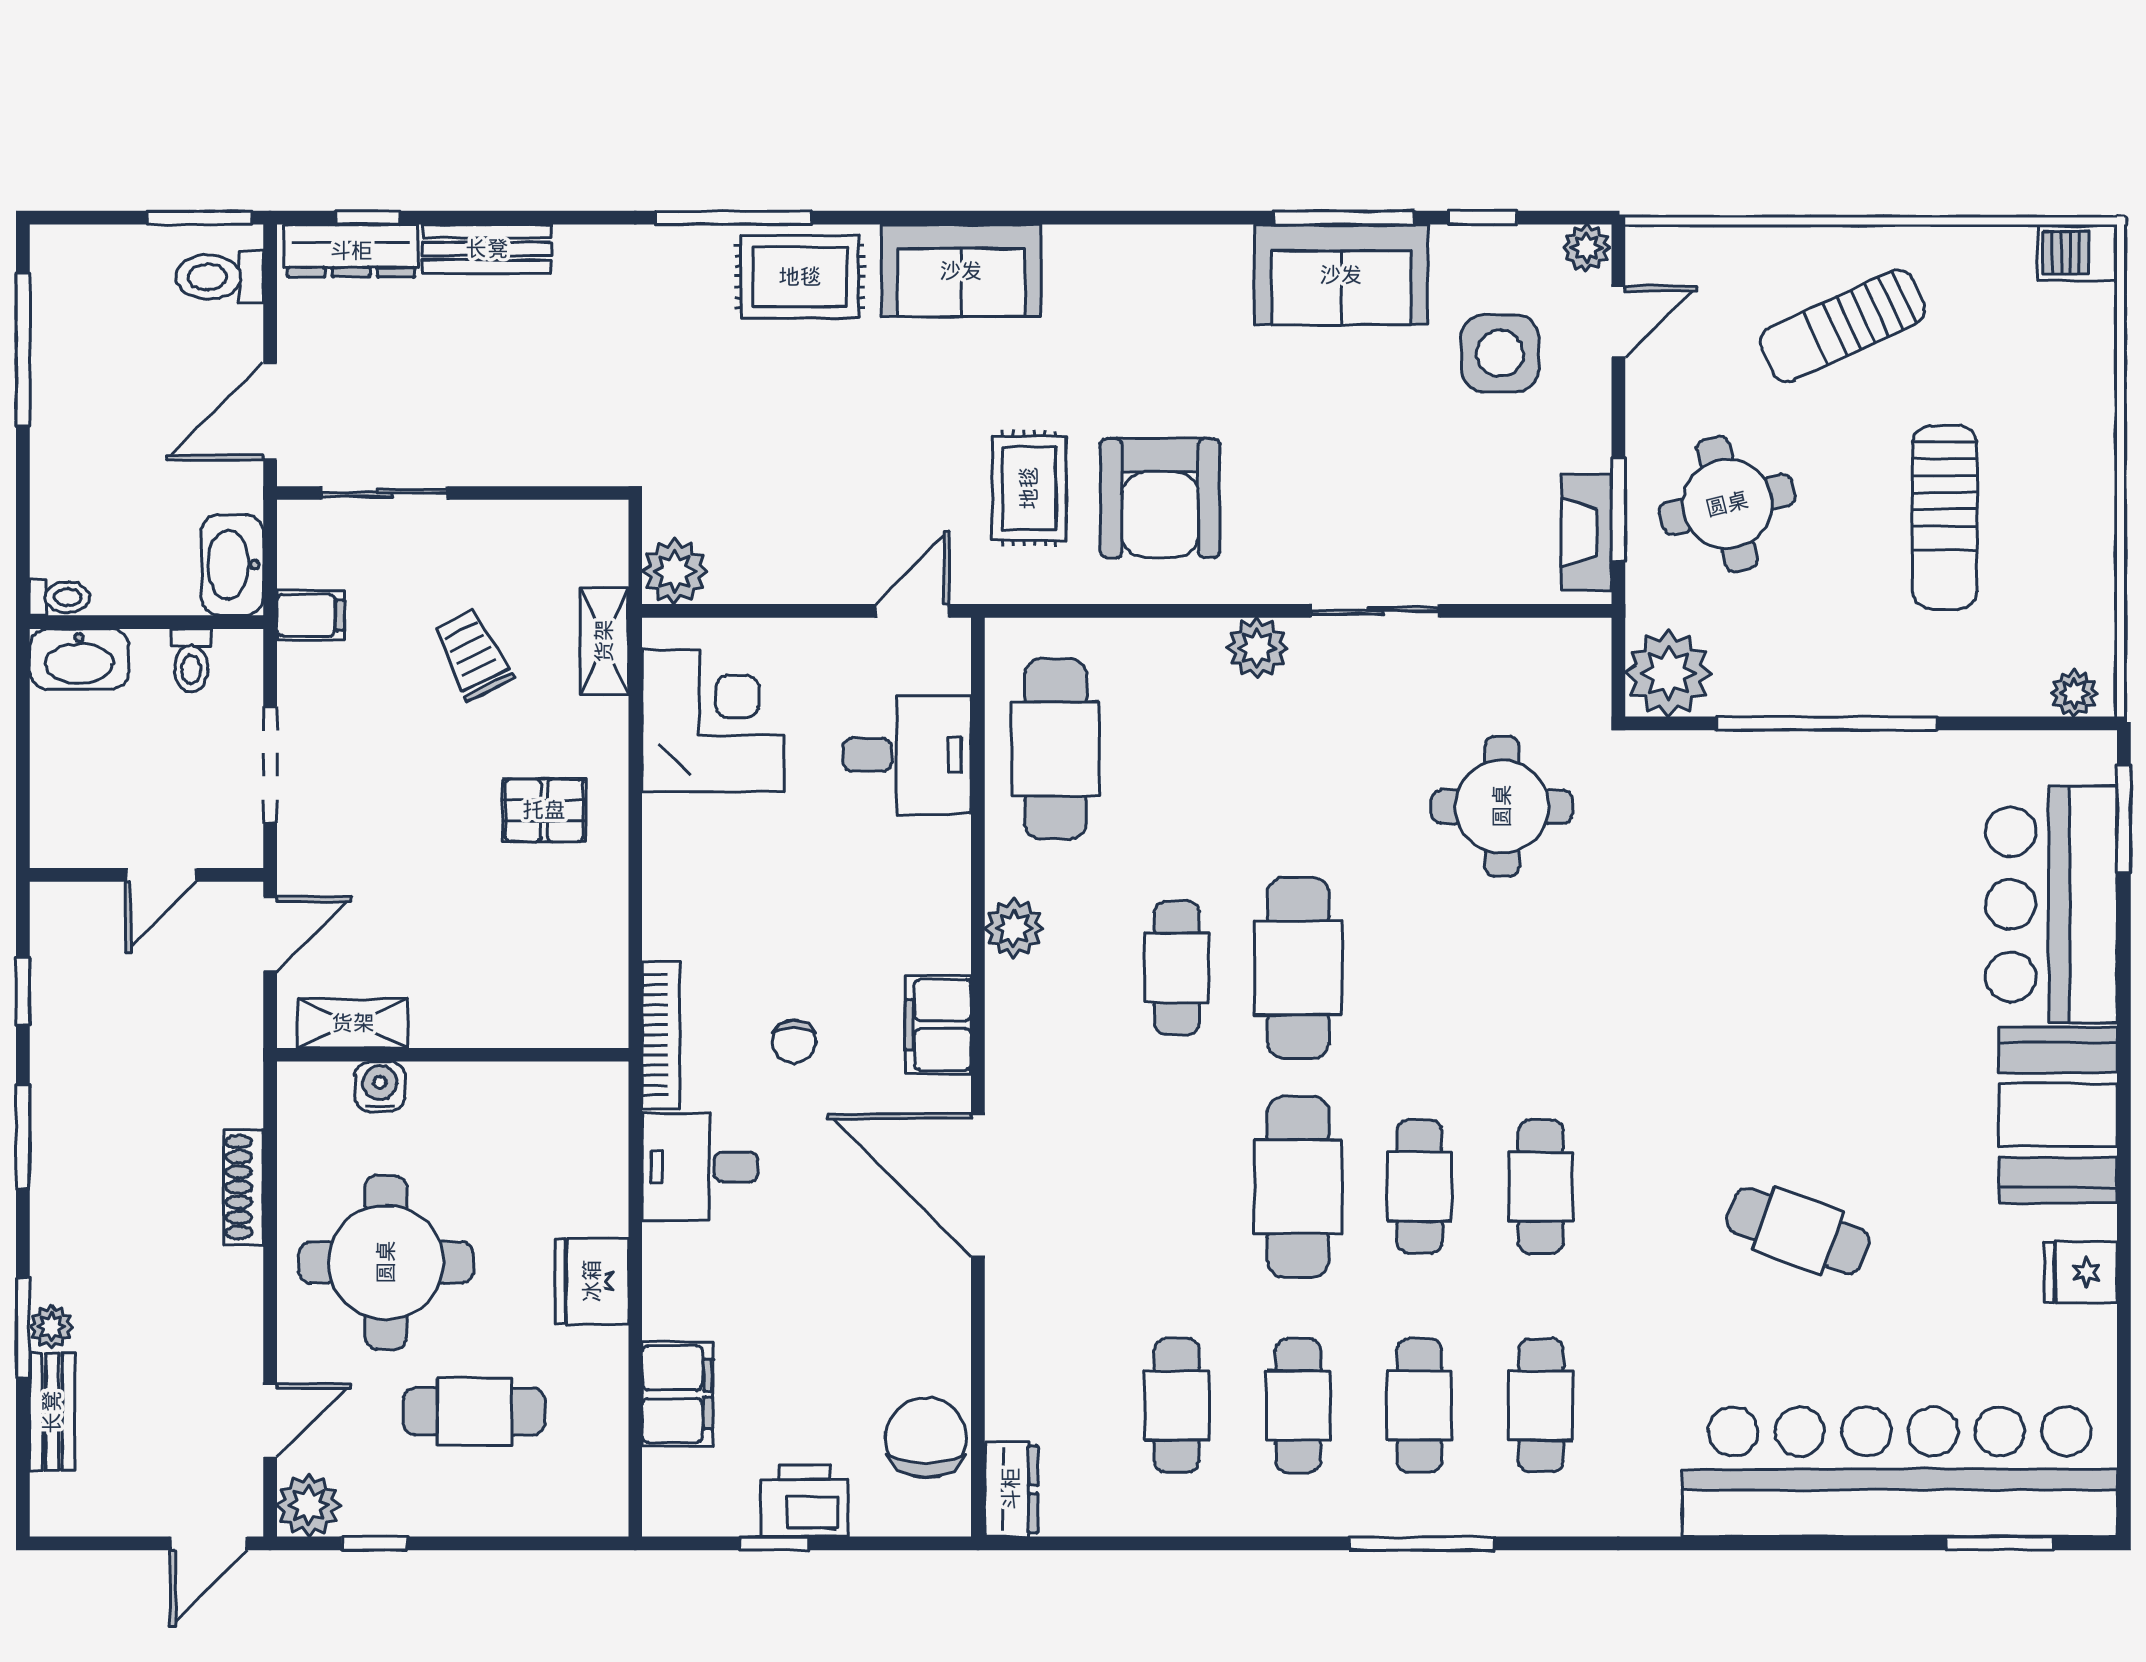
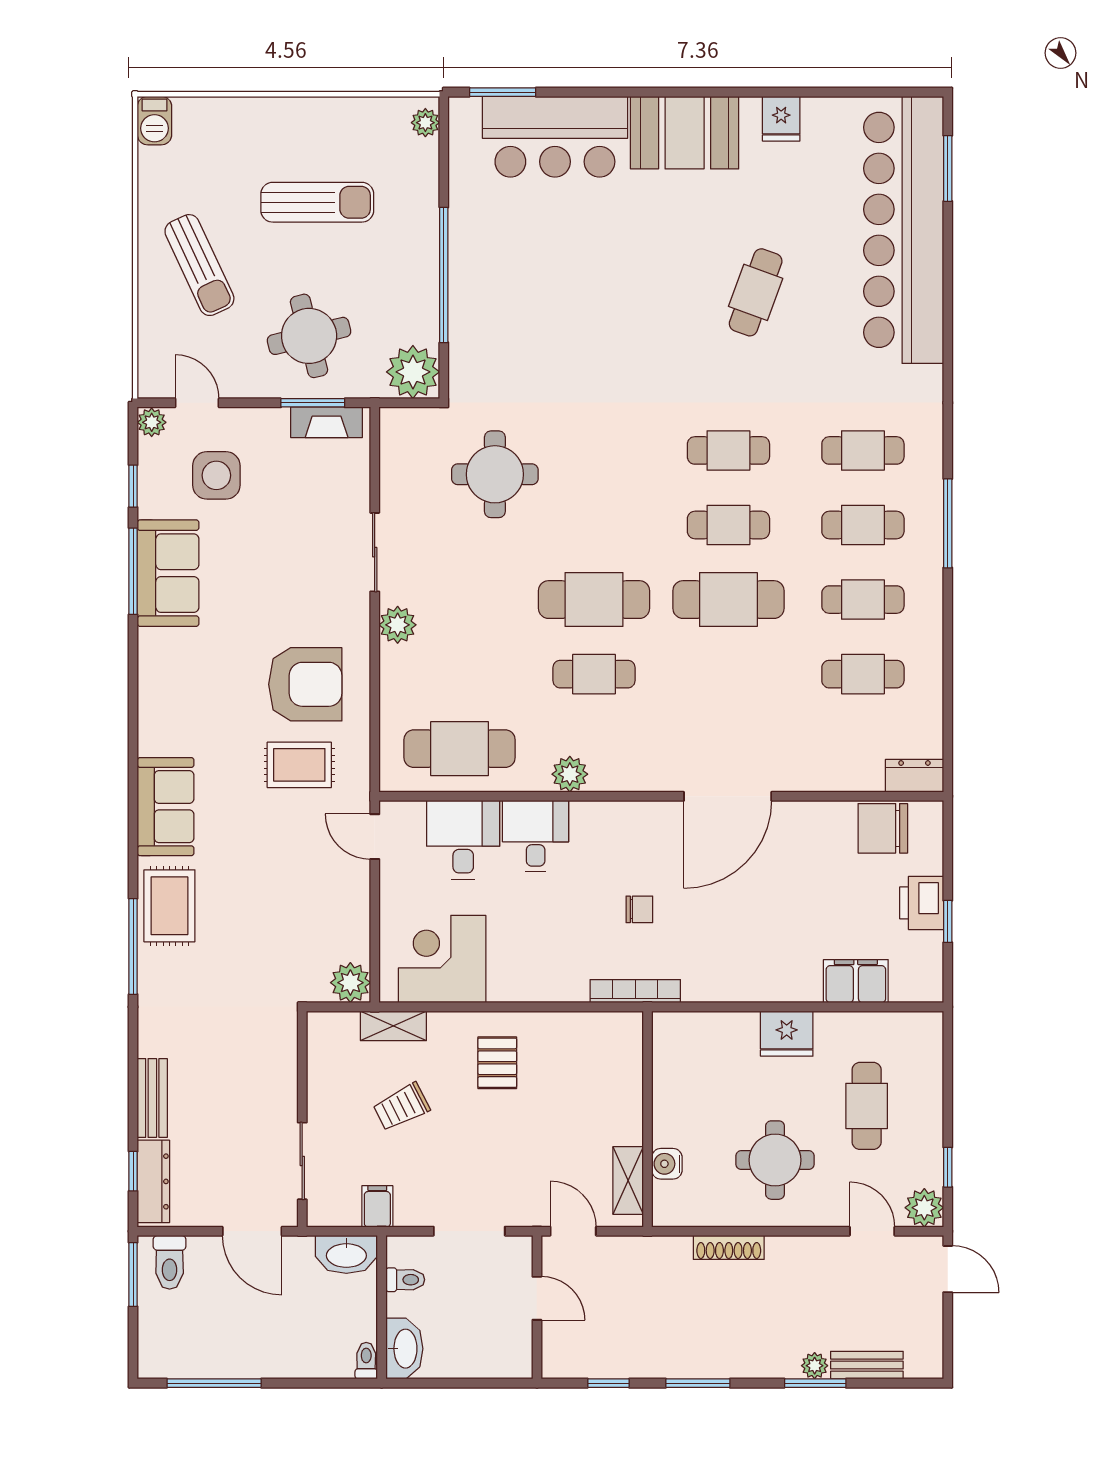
filing cabinet: (938, 1025) -> (629, 821), removed
desk: (700, 1167) -> (536, 836), moved, turned 180
round table: (386, 1262) -> (775, 1160), width x0.73, depth x0.73

